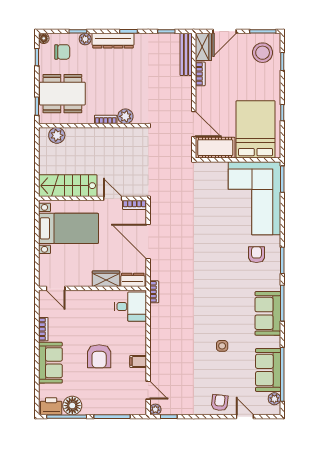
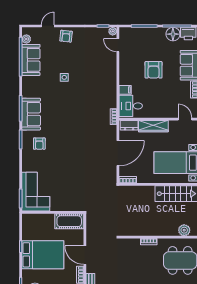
plant: (125, 116) -> (134, 244), removed
door: (194, 124) -> (85, 255), moved
bed: (256, 129) -> (43, 255), moved, turned -90
door: (113, 198) -> (144, 184), removed
corner sofa: (254, 198) -> (36, 192), width x0.73, depth x0.74
door: (148, 241) -> (118, 153), hinge flipped
wardrobe: (106, 279) -> (153, 126), width x1.50
sofa: (268, 313) -> (31, 114), moved
armchair: (99, 356) -> (154, 70), turned 180
filing cabinet: (138, 362) -> (125, 90), moved
door: (245, 417) -> (48, 26), swing flipped

